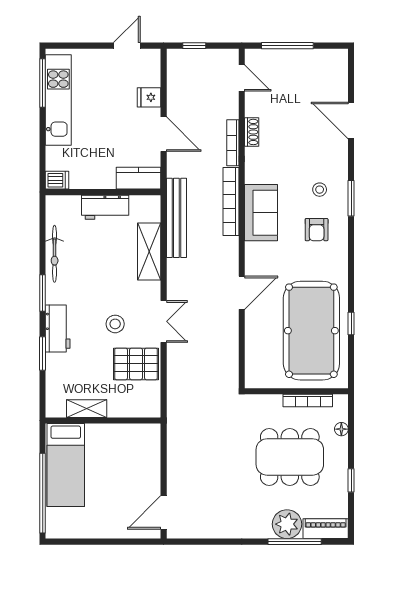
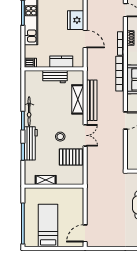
fridge: (149, 97) -> (76, 20), width x1.88, depth x1.34
kitchen counter: (139, 178) -> (61, 62), moved
bench: (176, 218) -> (92, 100), moved
bicycle: (55, 254) -> (29, 111), moved
workbench: (58, 328) -> (31, 143), width x1.38
bed: (66, 465) -> (48, 226), moved, turned 180

